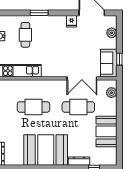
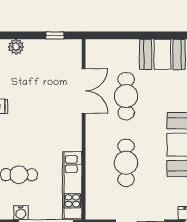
sofa: (109, 63) -> (61, 51), removed
plant: (111, 93) -> (105, 47), removed

